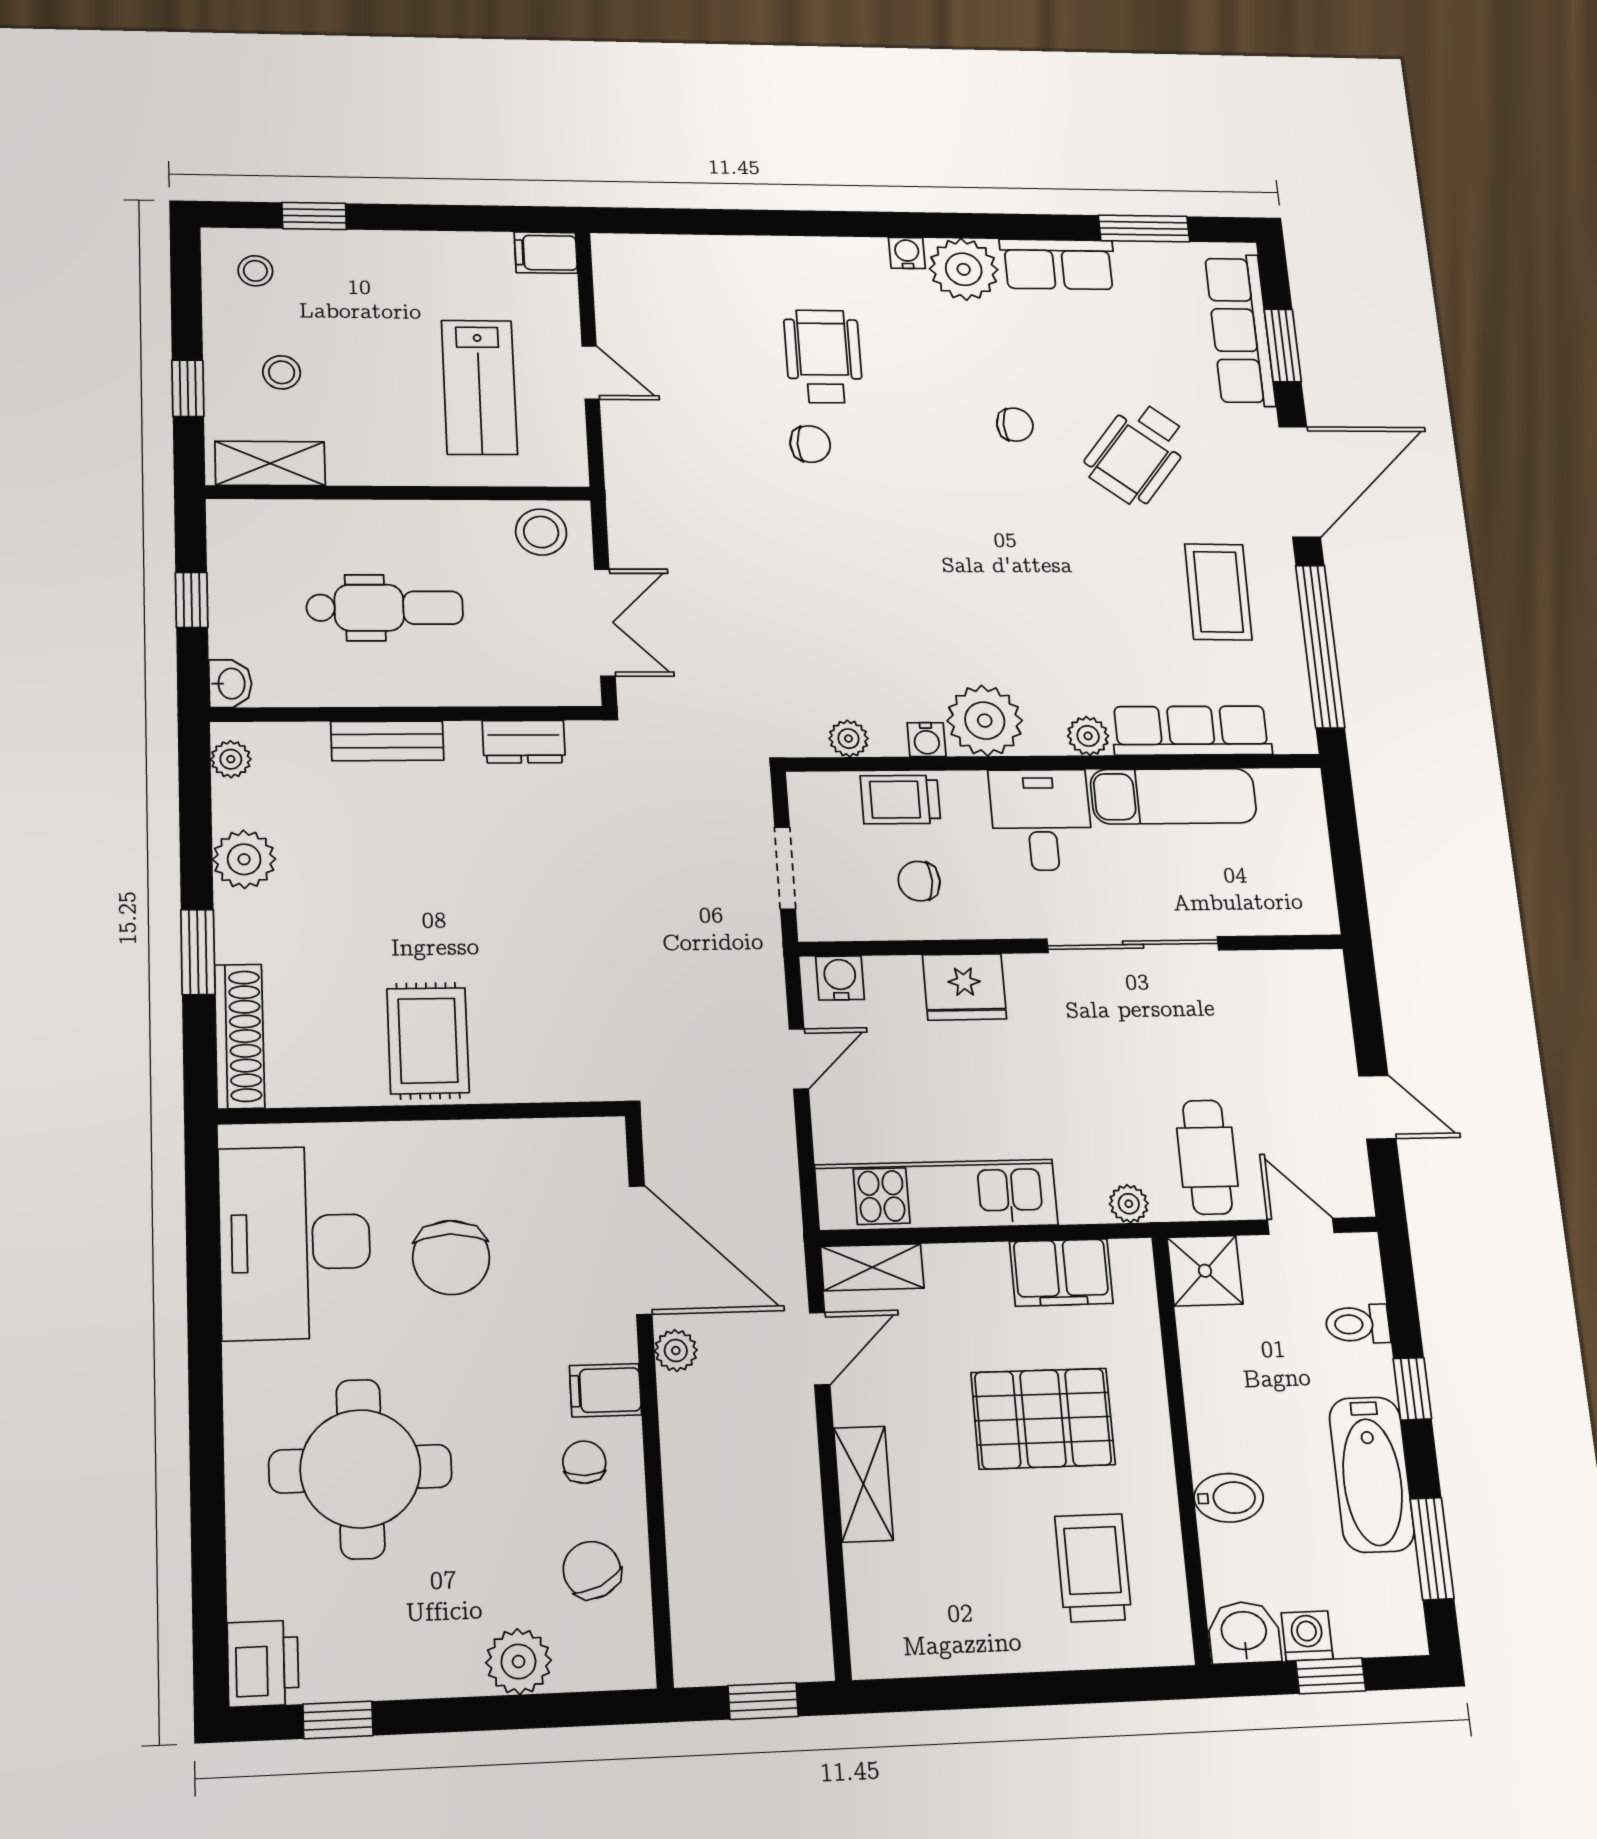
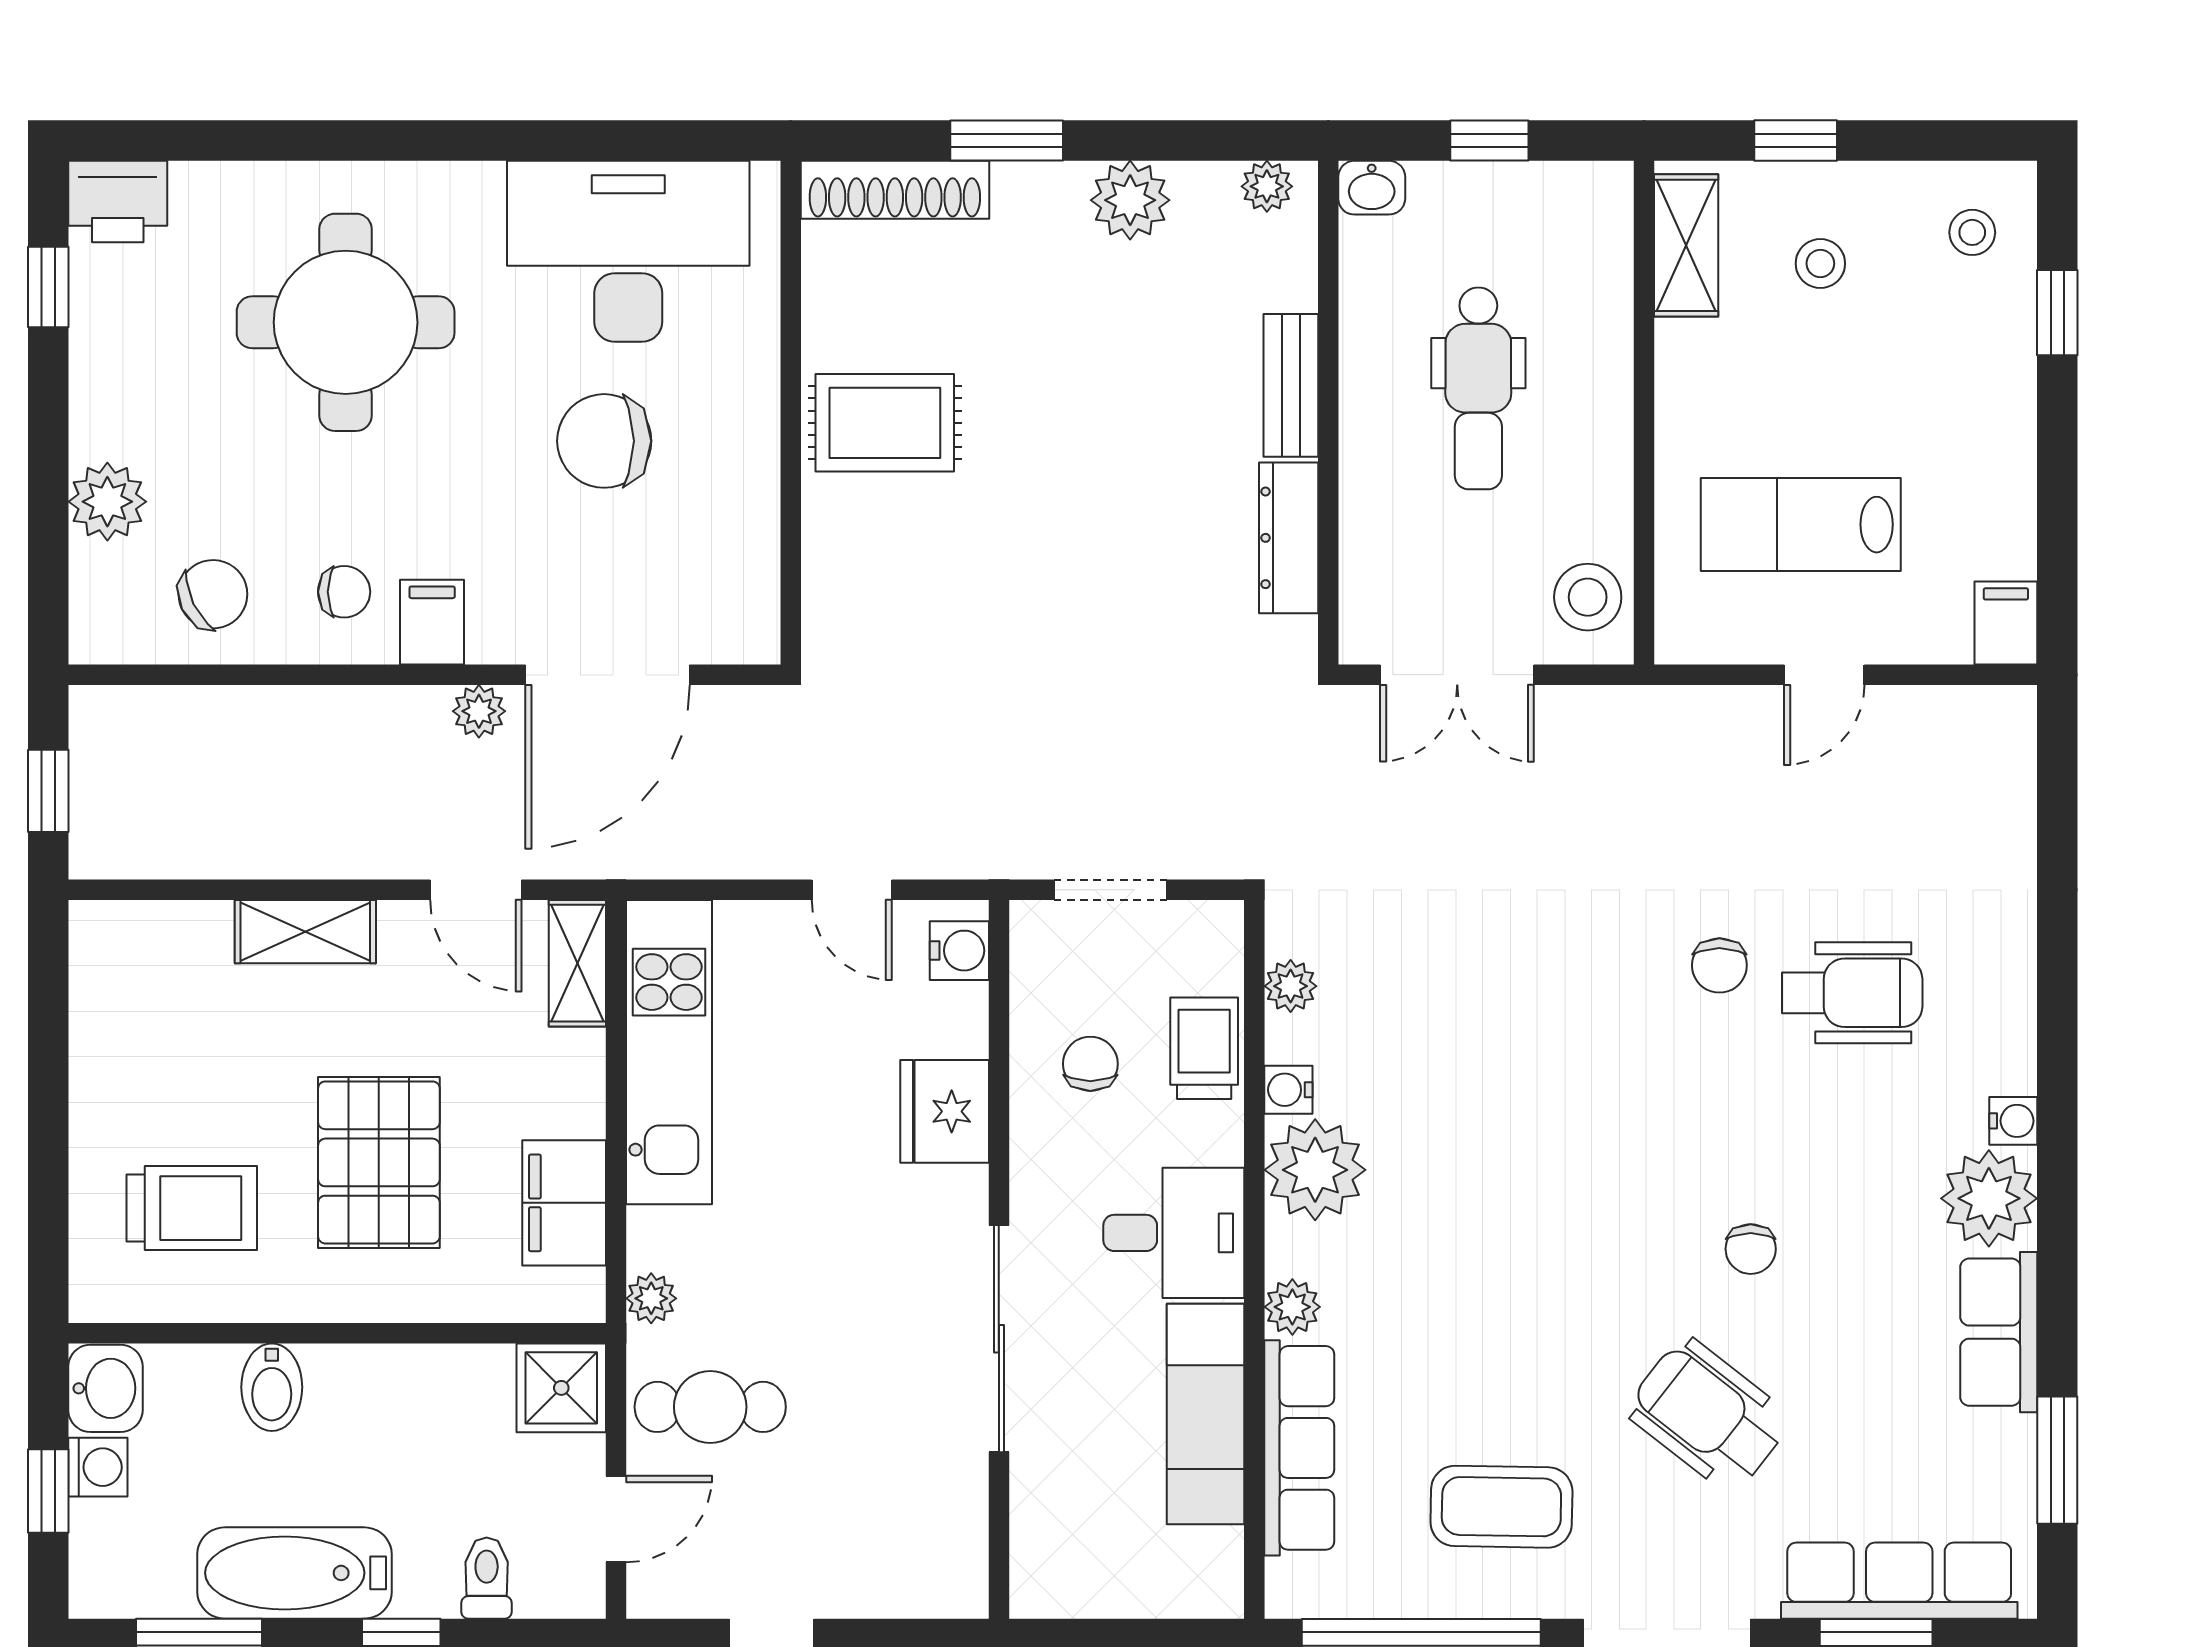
dresser: (524, 742) -> (1289, 538), width x1.44

